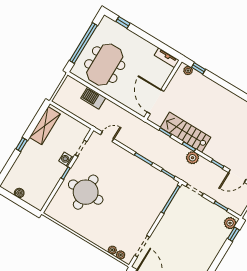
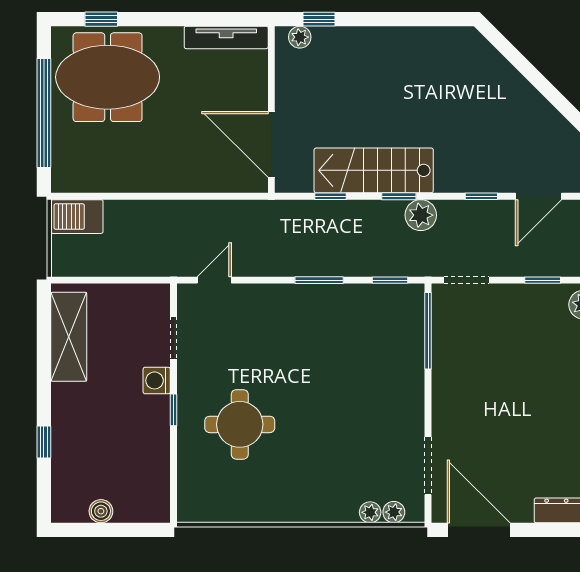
tv unit: (167, 58) -> (226, 37), width x1.41
meeting table: (105, 65) -> (108, 77), moved, turned 90
barbecue: (93, 98) -> (77, 217), moved
window: (22, 145) -> (44, 442), moved
round table: (86, 192) -> (240, 424), width x0.73, depth x0.73

